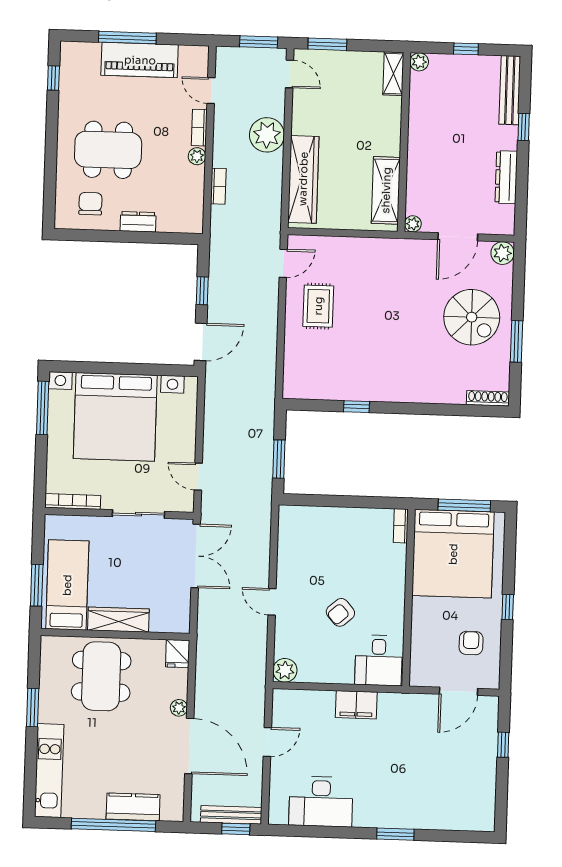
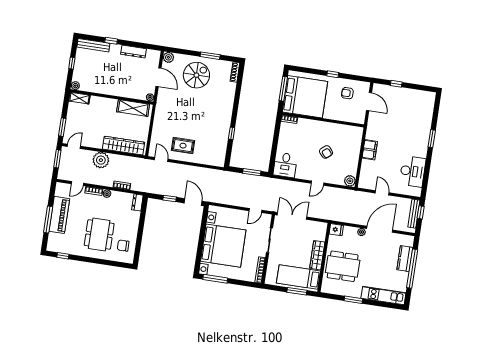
dresser: (138, 222) -> (137, 202), moved
desk: (379, 660) -> (285, 165), moved, turned 90

